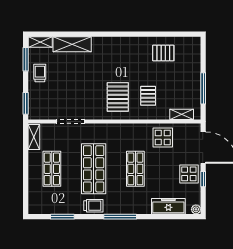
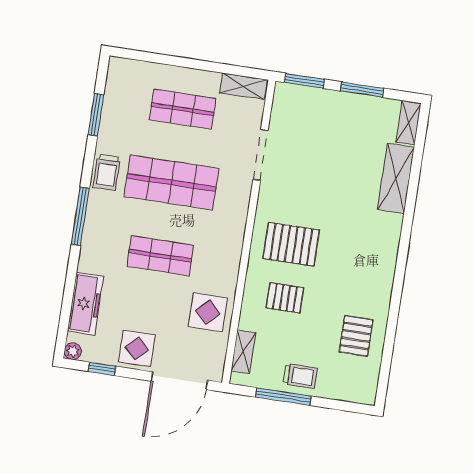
window: (26, 59) -> (362, 90), moved
trolley: (40, 73) -> (300, 376), moved
window: (203, 179) -> (102, 369), moved

